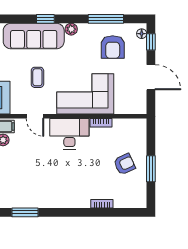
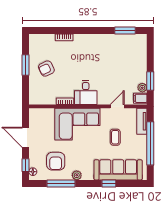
plant: (71, 29) -> (77, 175), moved
armchair: (113, 47) -> (56, 161), turned 180
door: (35, 116) -> (117, 106), hinge flipped
desk: (69, 134) -> (86, 93), width x0.73

